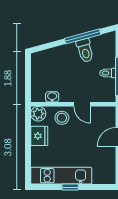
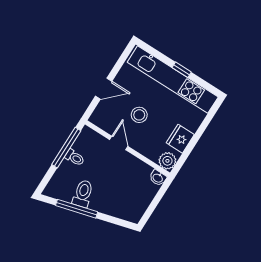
washbasin: (52, 97) -> (158, 178), moved
stool: (62, 118) -> (139, 115), moved
kitchen unit: (61, 176) -> (173, 80), width x1.36

